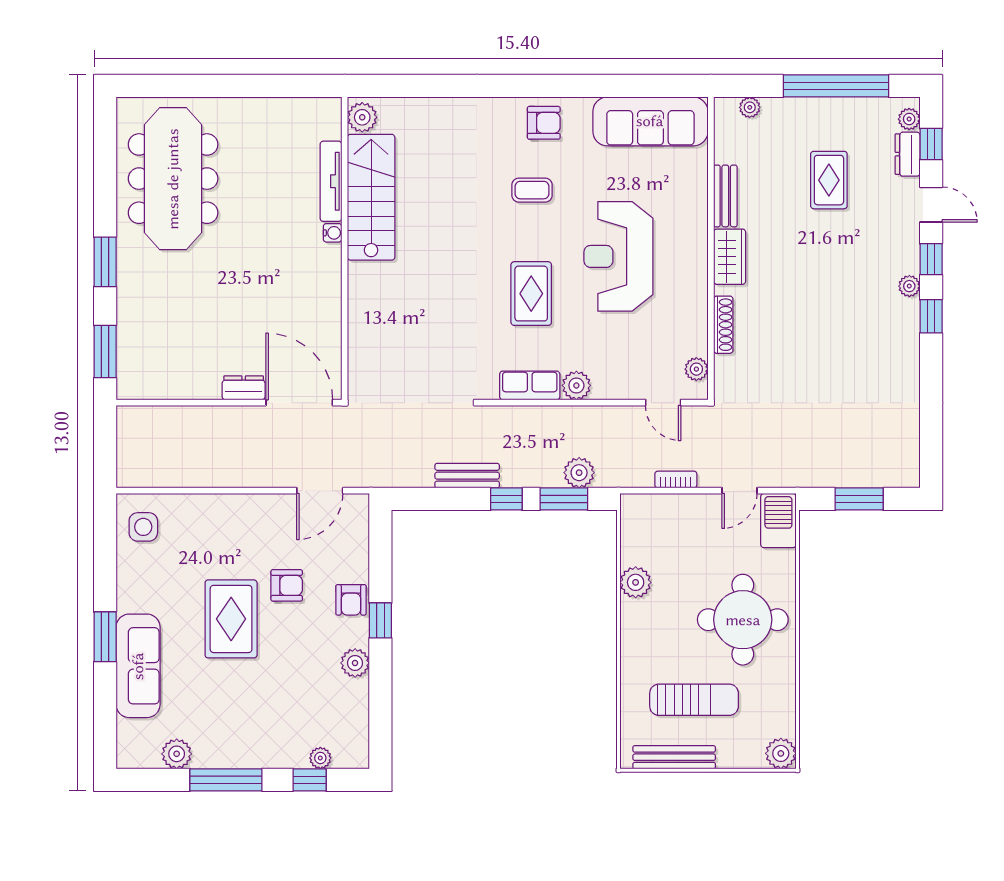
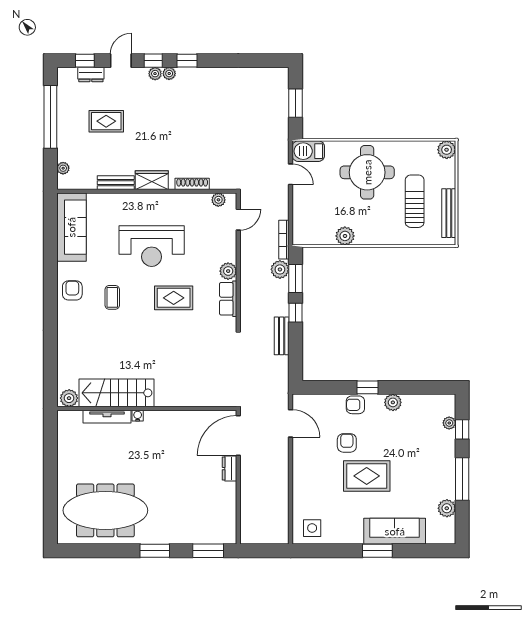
plant: (909, 119) -> (155, 74), moved
bookcase: (676, 480) -> (284, 240), moved, width x1.56
armchair: (351, 600) -> (355, 405), turned 180

